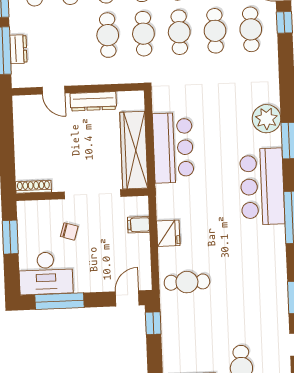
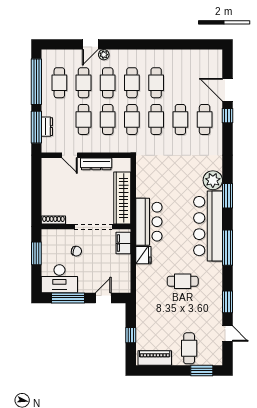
cafe table: (72, 37) -> (84, 119), added
bar counter: (173, 148) -> (149, 222), moved
bar counter: (262, 187) -> (208, 226), width x1.36
filing cabinet: (139, 225) -> (123, 243), width x2.00
cafe table: (187, 282) -> (183, 281), moved
door: (127, 298) -> (103, 298), moved
window: (153, 323) -> (131, 335), moved

